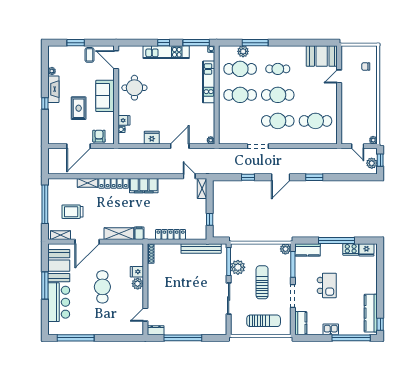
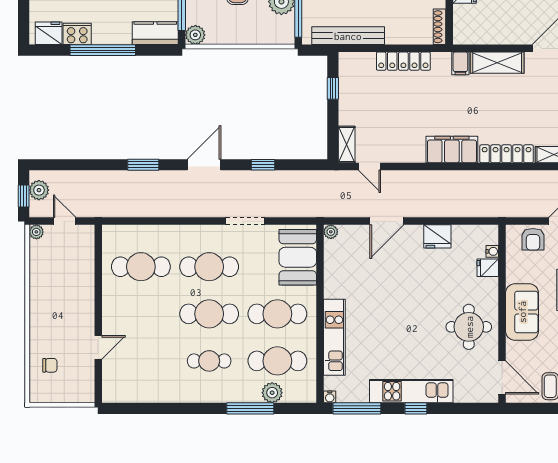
booth: (322, 56) -> (298, 257), moved, turned 90

